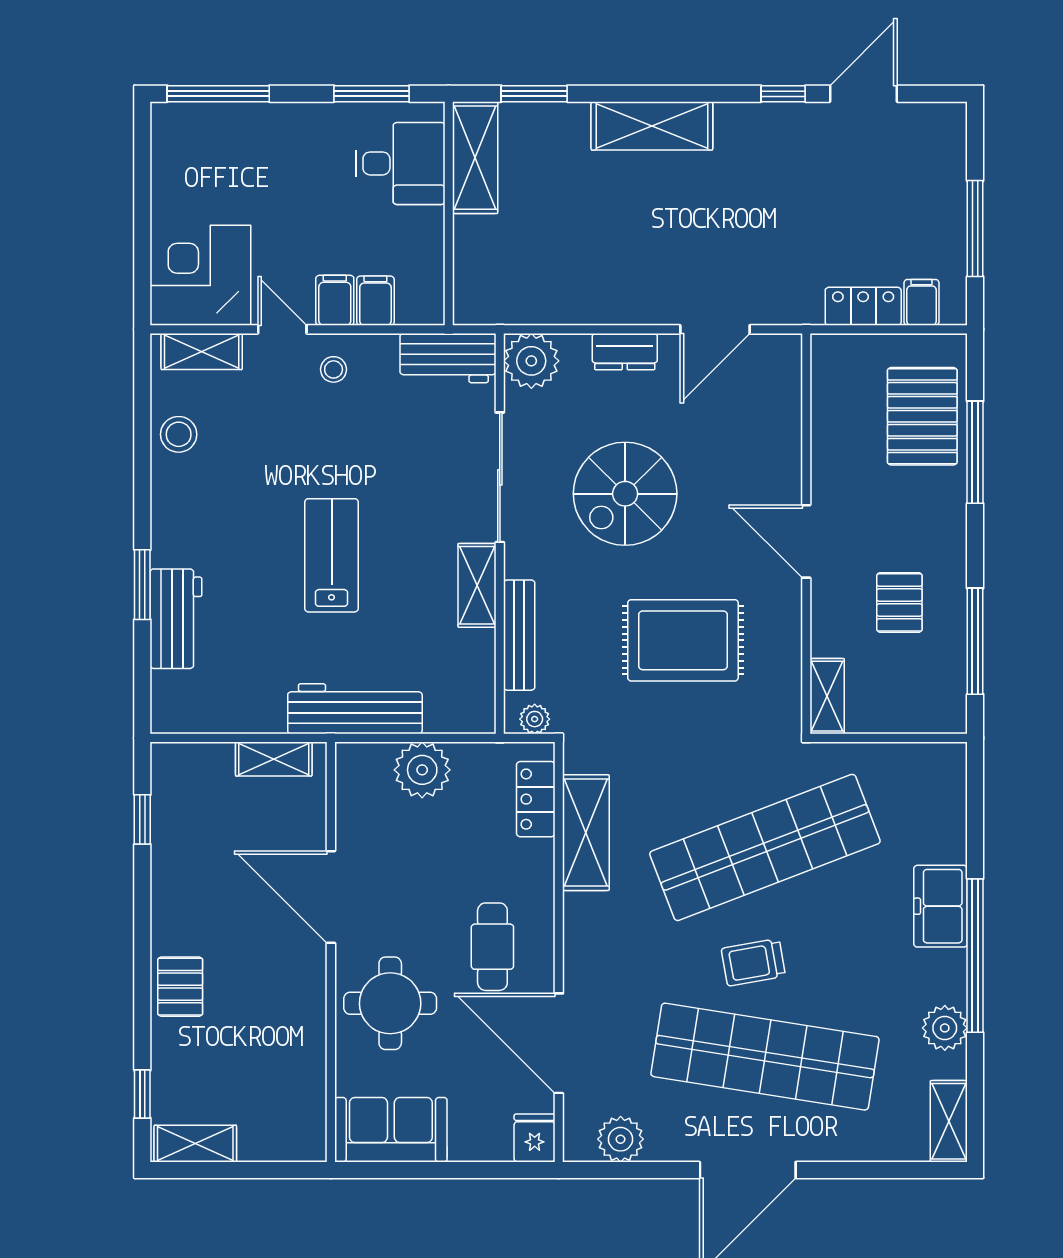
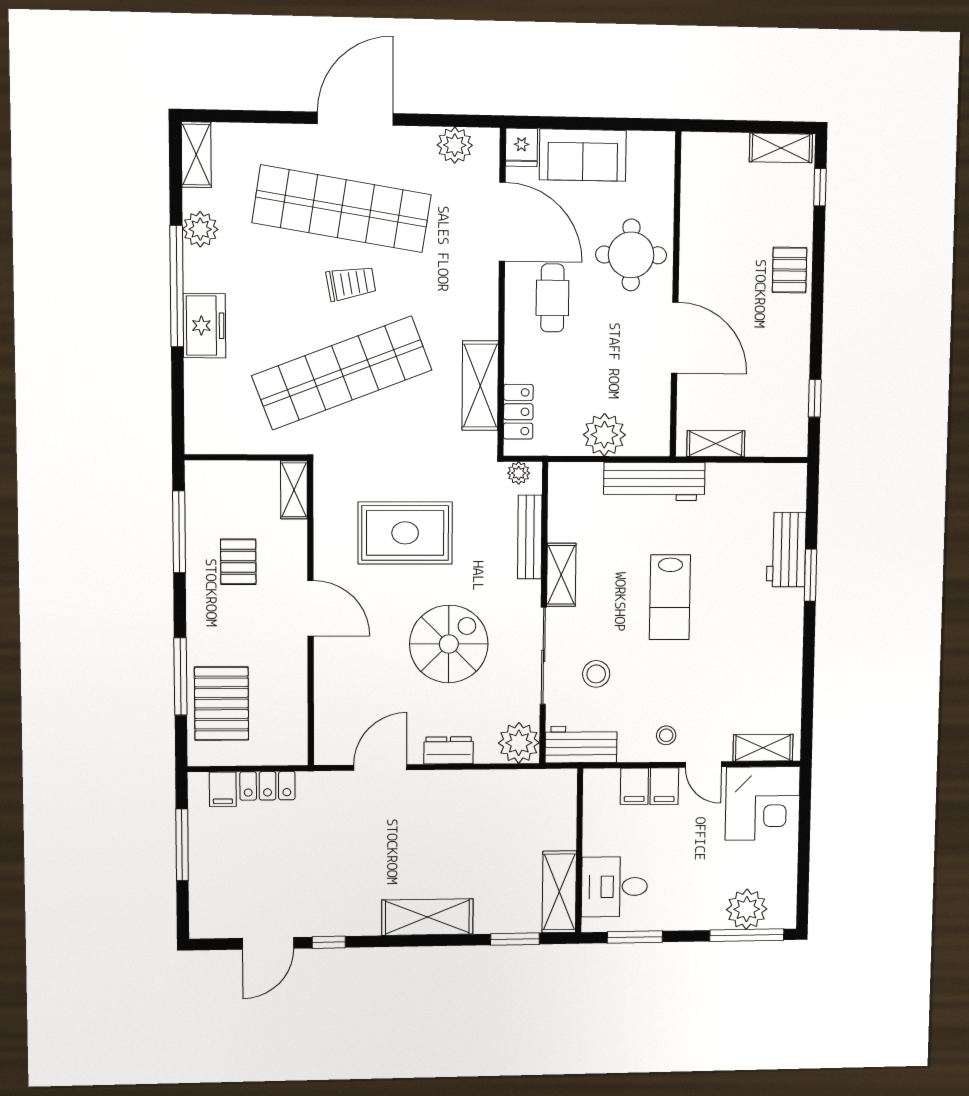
plant: (219, 130) -> (747, 909), added
stool: (179, 434) -> (596, 674), moved
sofa: (391, 1130) -> (583, 155), moved

